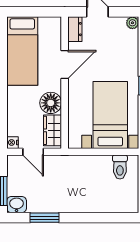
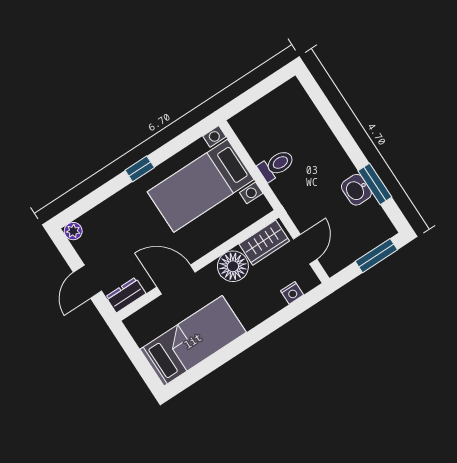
nightstand: (12, 143) -> (292, 293), moved
toilet: (120, 167) -> (276, 165), moved
washbasin: (17, 205) -> (356, 190), moved

